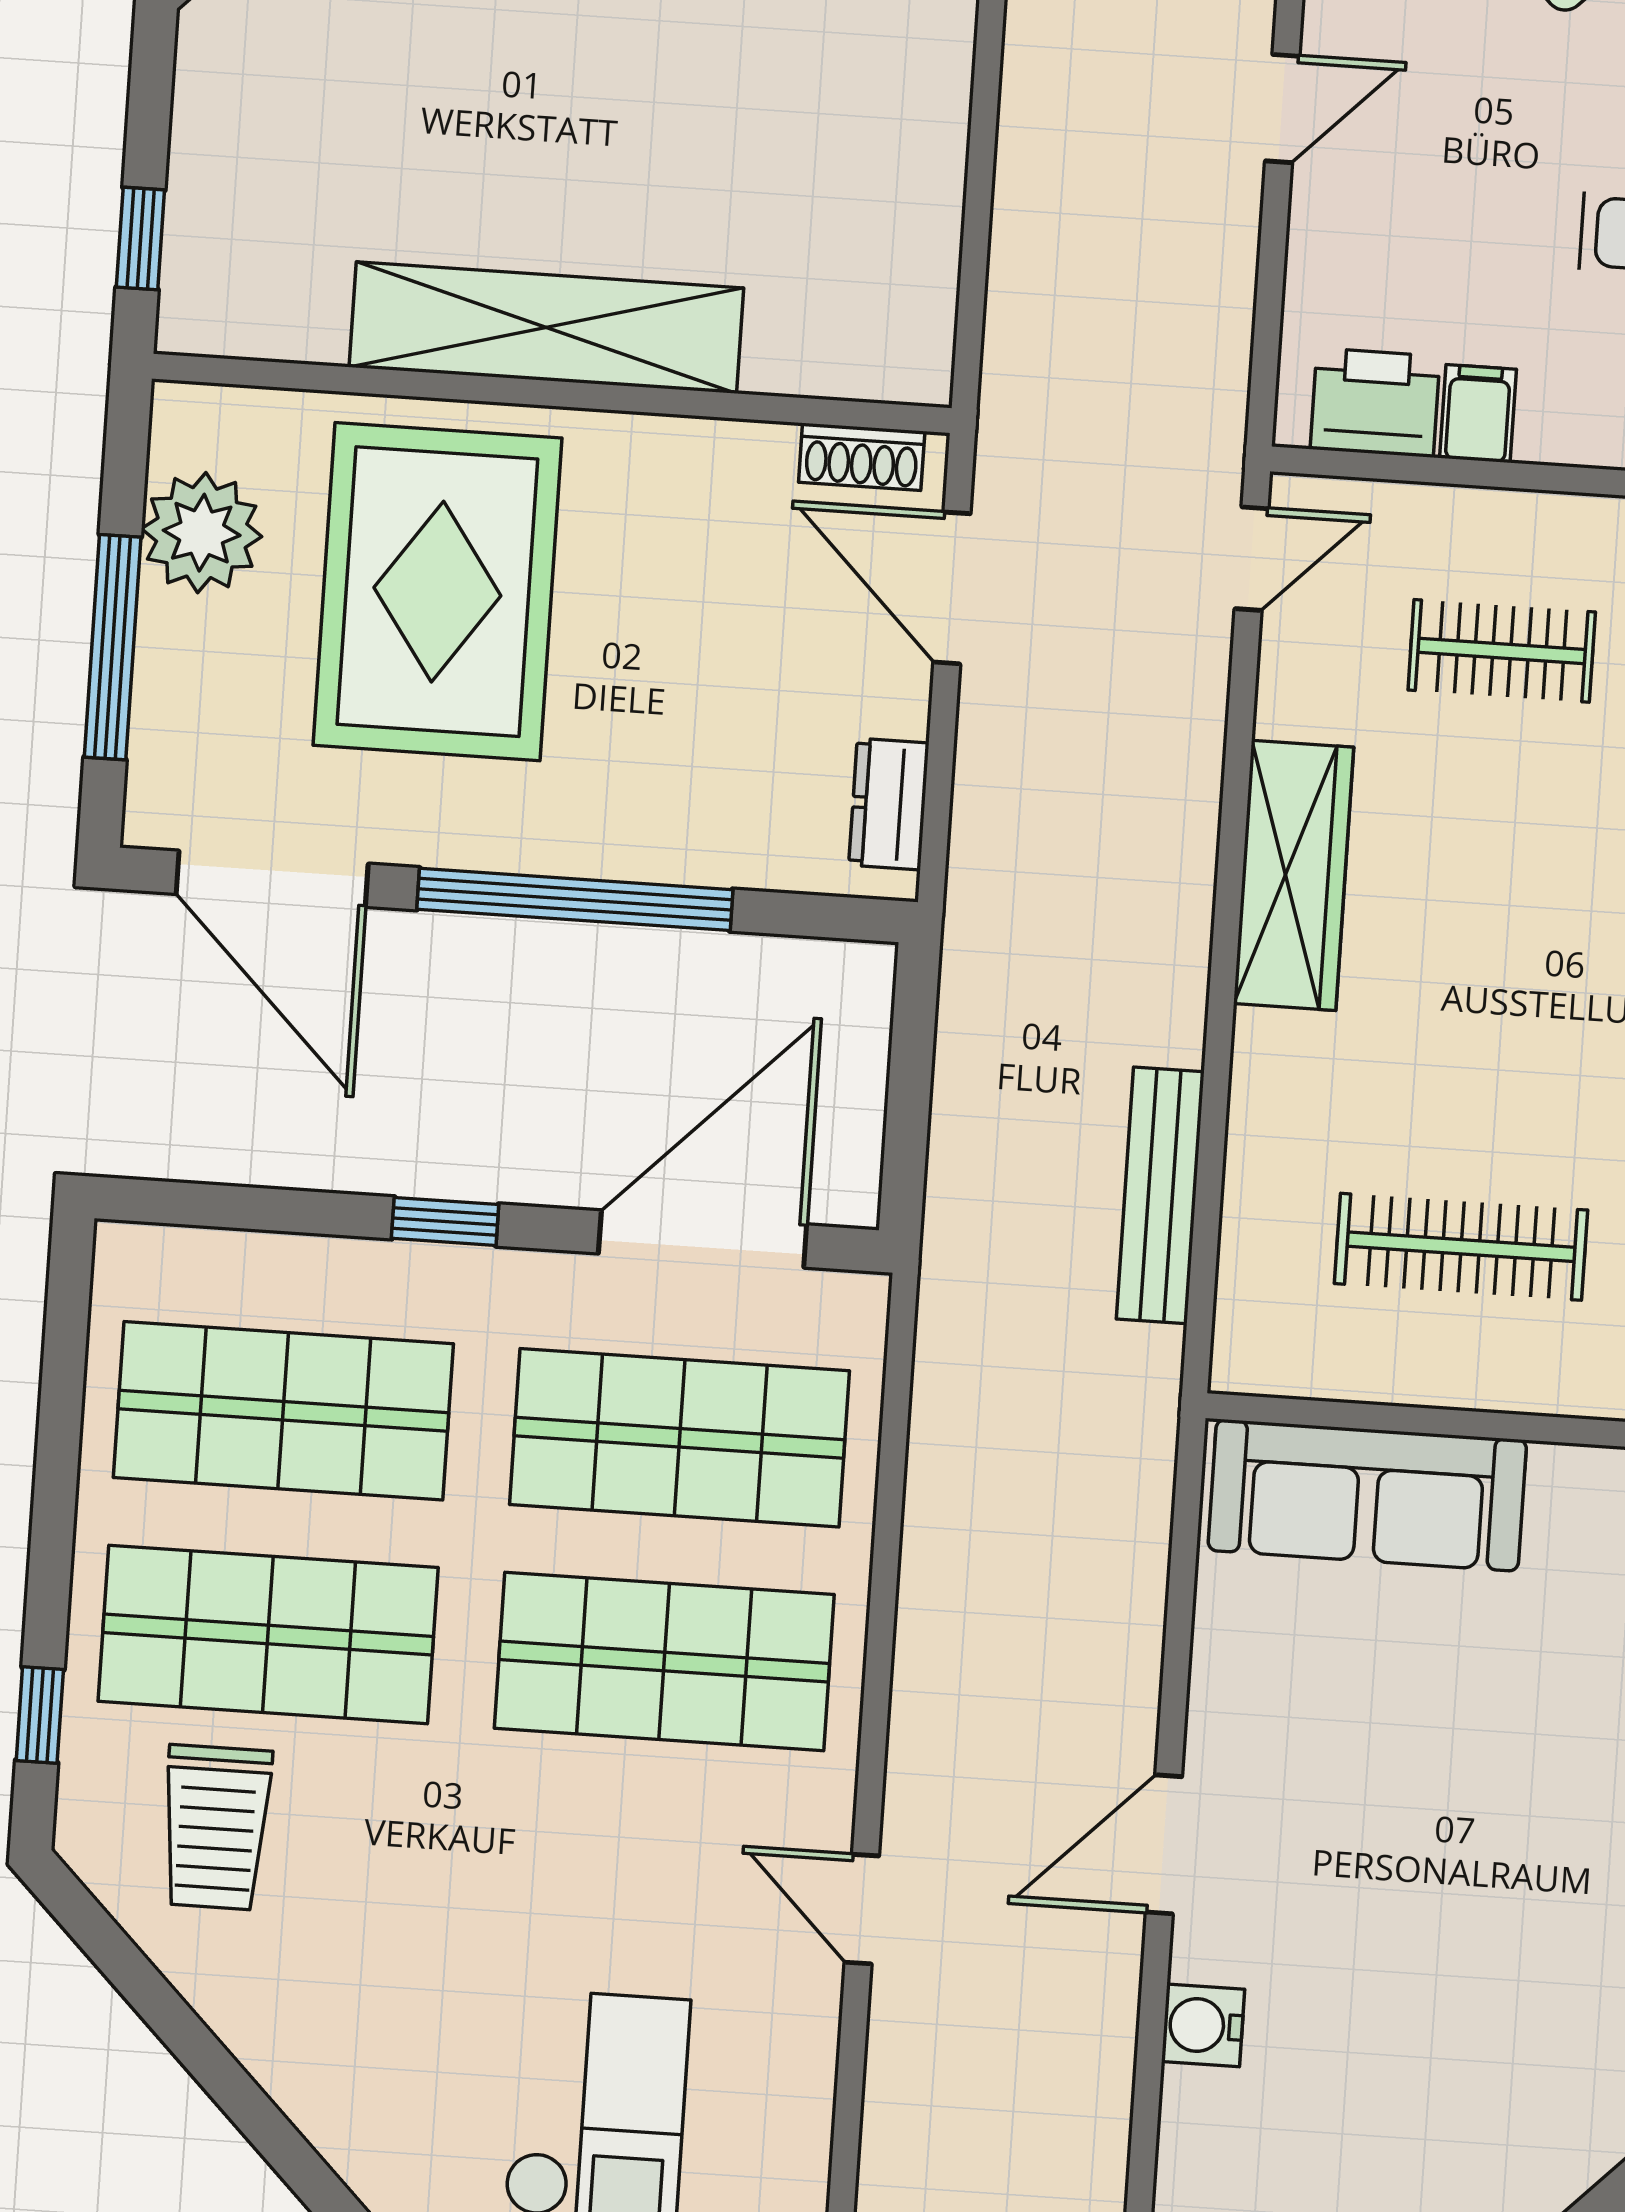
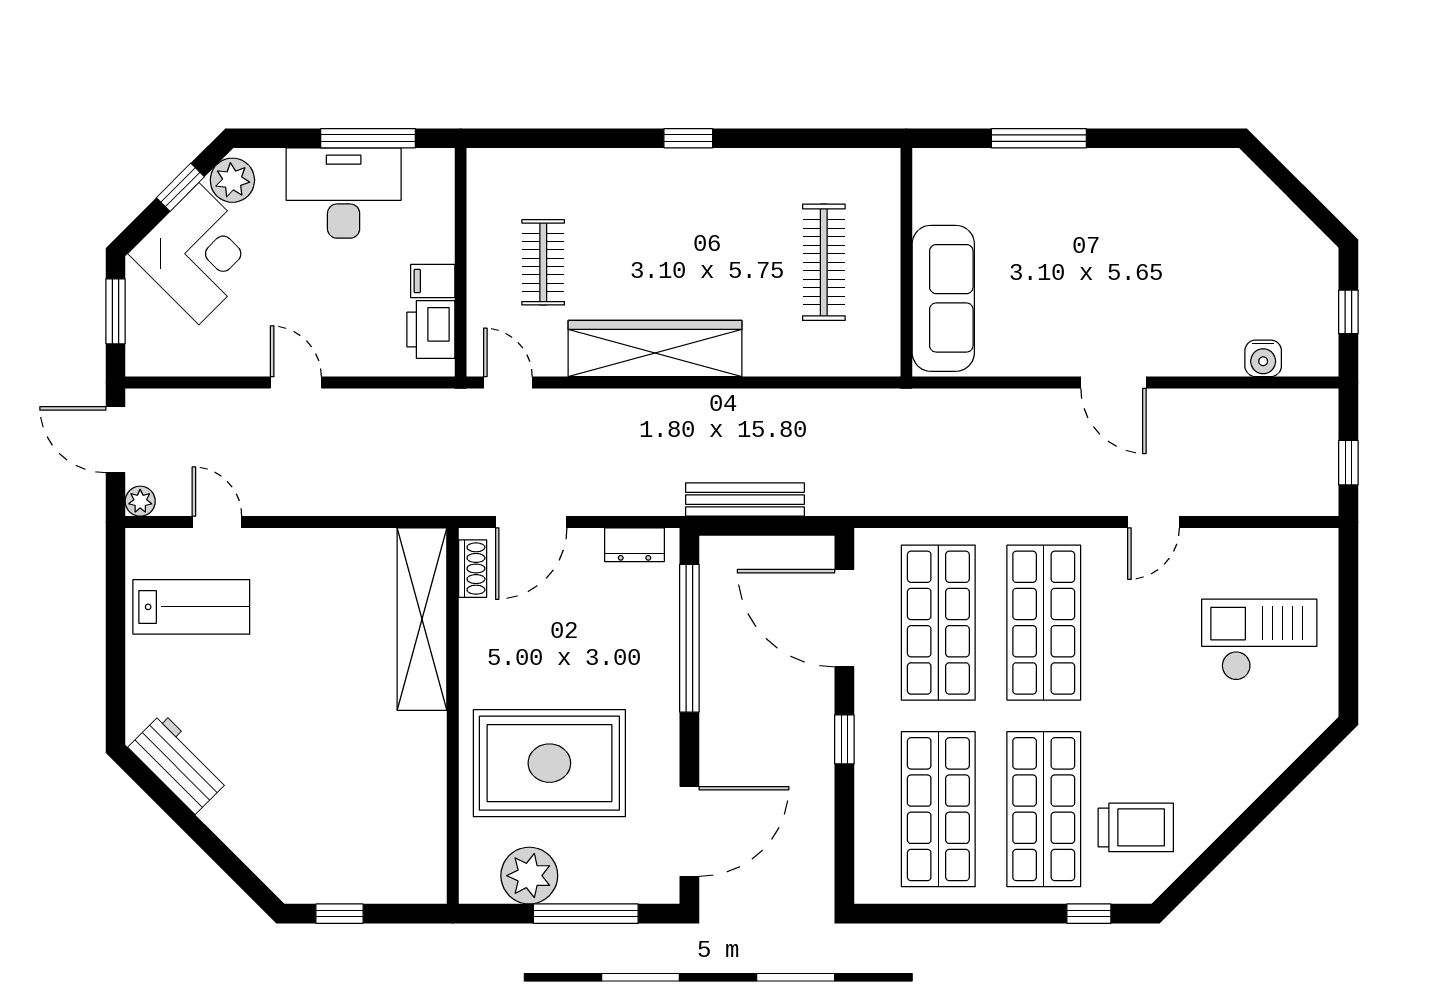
window: (140, 239) -> (340, 914), moved
shelving: (546, 328) -> (422, 619), moved
wardrobe: (1294, 875) -> (655, 349), width x1.40, depth x1.17
window: (575, 899) -> (689, 638), moved
bench: (1160, 1195) -> (745, 500), moved
water cooler: (1203, 2025) -> (1263, 358), moved

